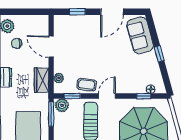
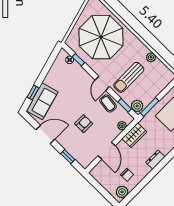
armchair: (90, 50) -> (84, 124), added
window: (159, 54) -> (33, 93), moved
door: (107, 96) -> (102, 83), hinge flipped

